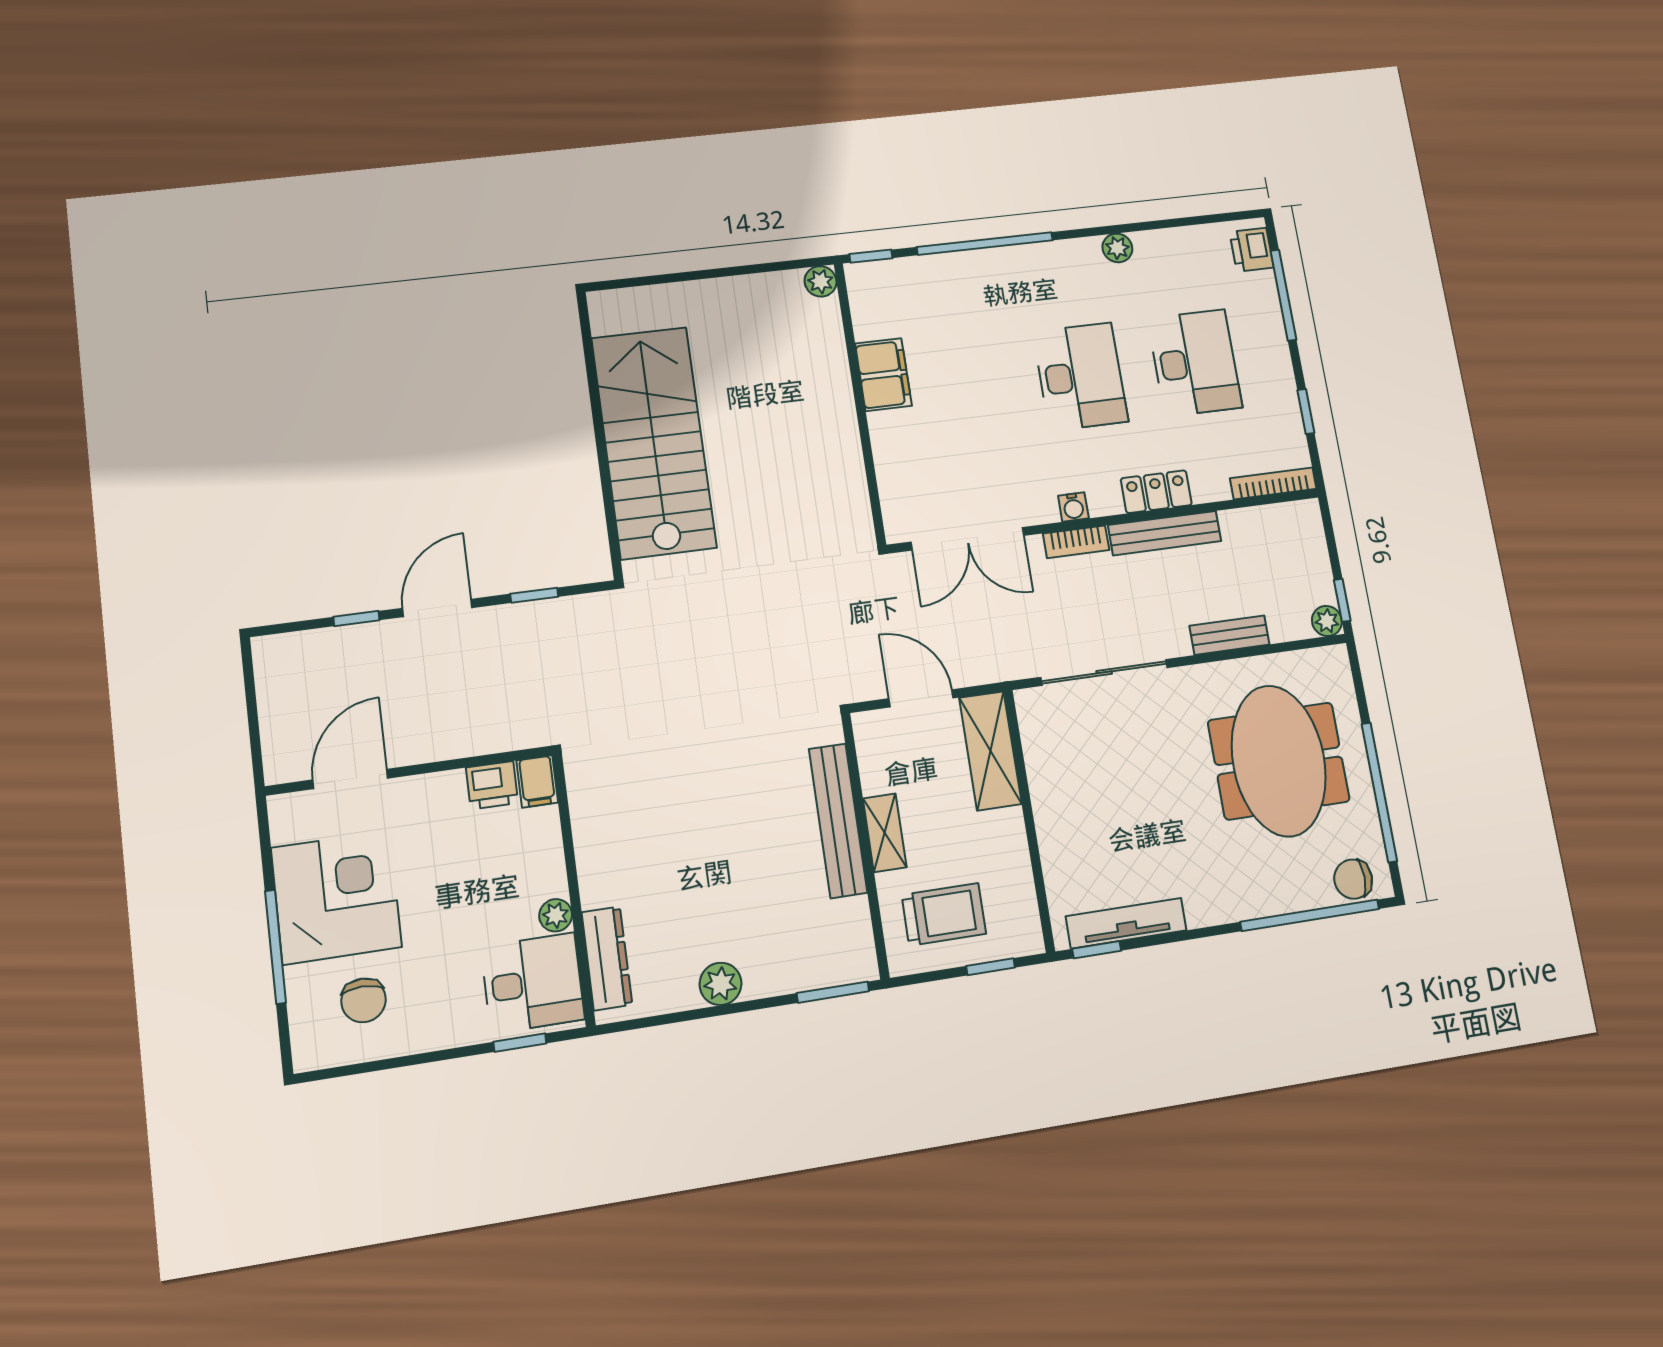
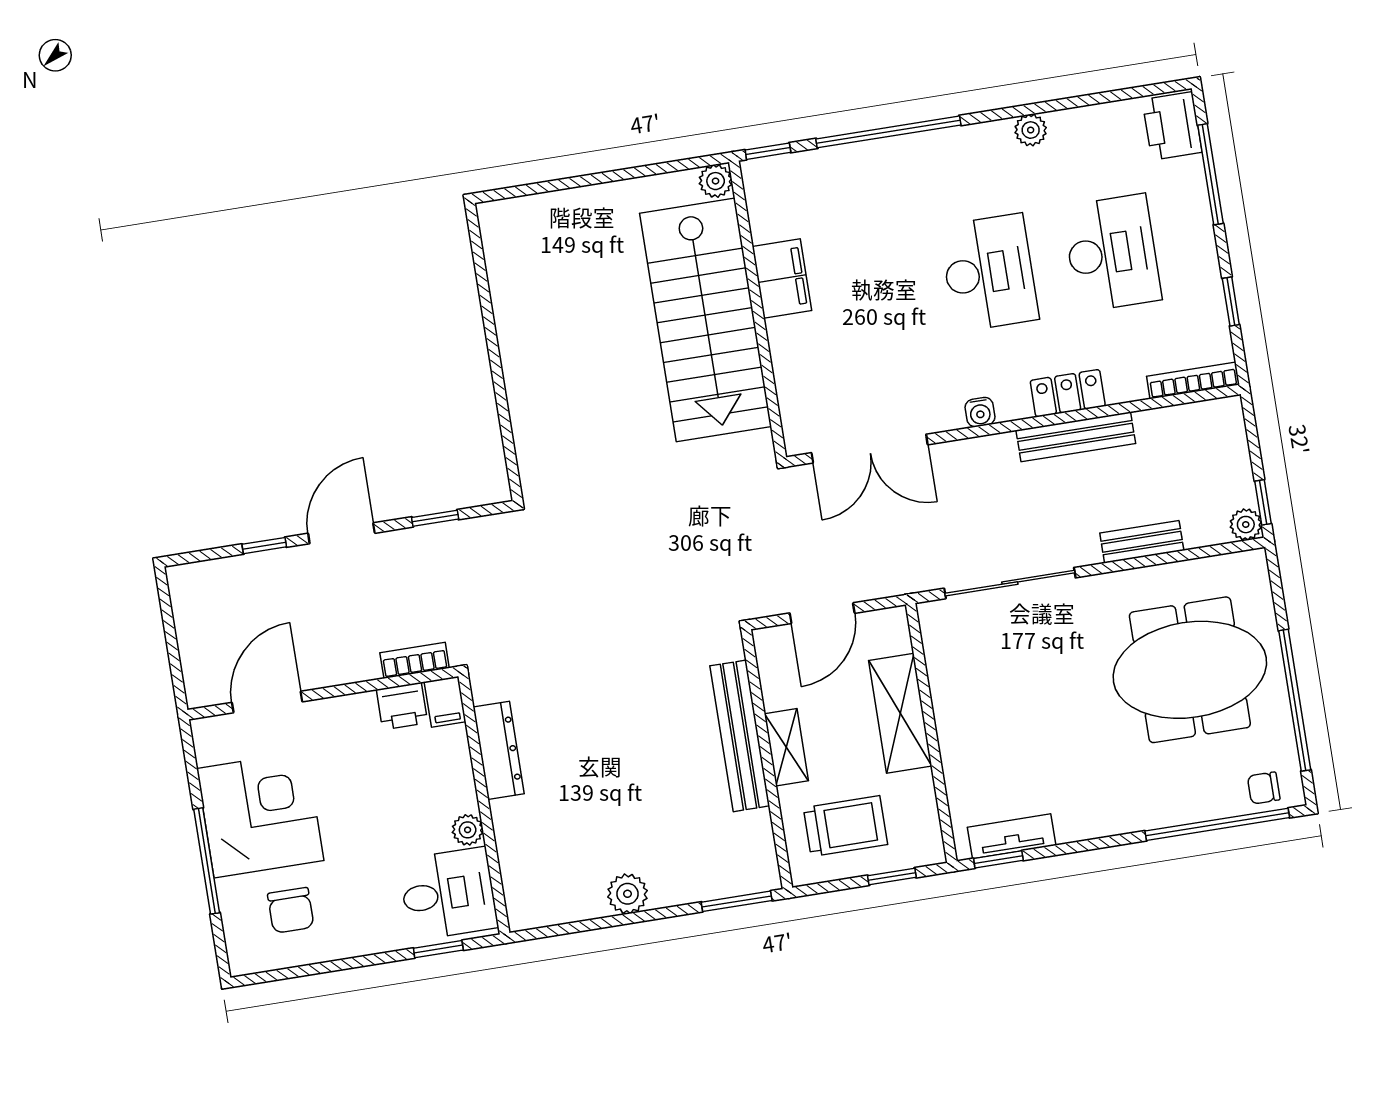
printer: (1252, 250) -> (1172, 126), width x1.36, depth x1.24
stairs: (654, 442) -> (706, 320), moved, turned 180
bookcase: (1076, 542) -> (415, 660), moved, turned 180
door: (921, 698) -> (822, 613), swing flipped
shelving: (990, 751) -> (900, 713), moved
meeting table: (1279, 761) -> (1190, 670), turned 90
chair: (1353, 879) -> (1264, 788), width x0.73, depth x0.73
tv unit: (1126, 923) -> (1012, 836), width x0.71
dresser: (607, 958) -> (499, 750), moved

